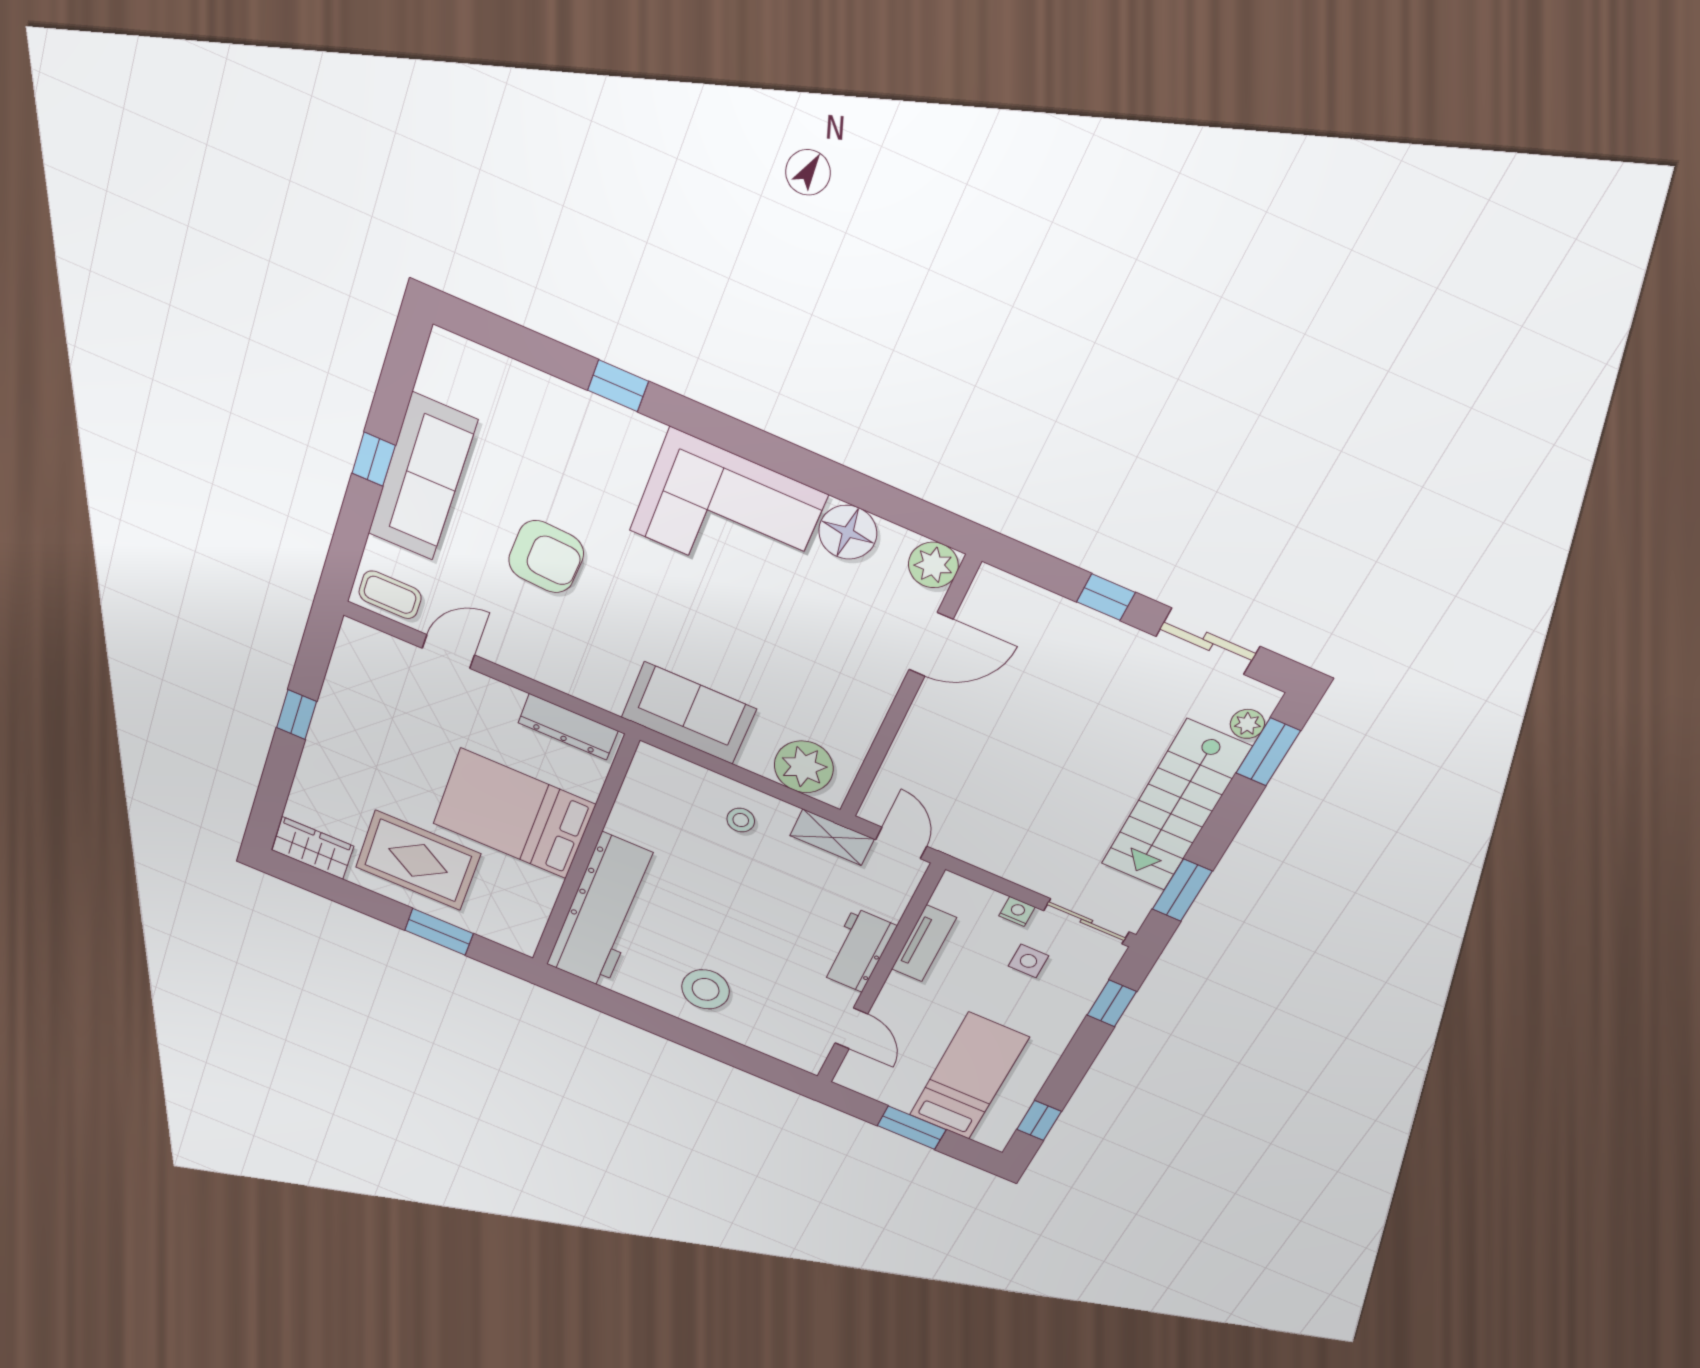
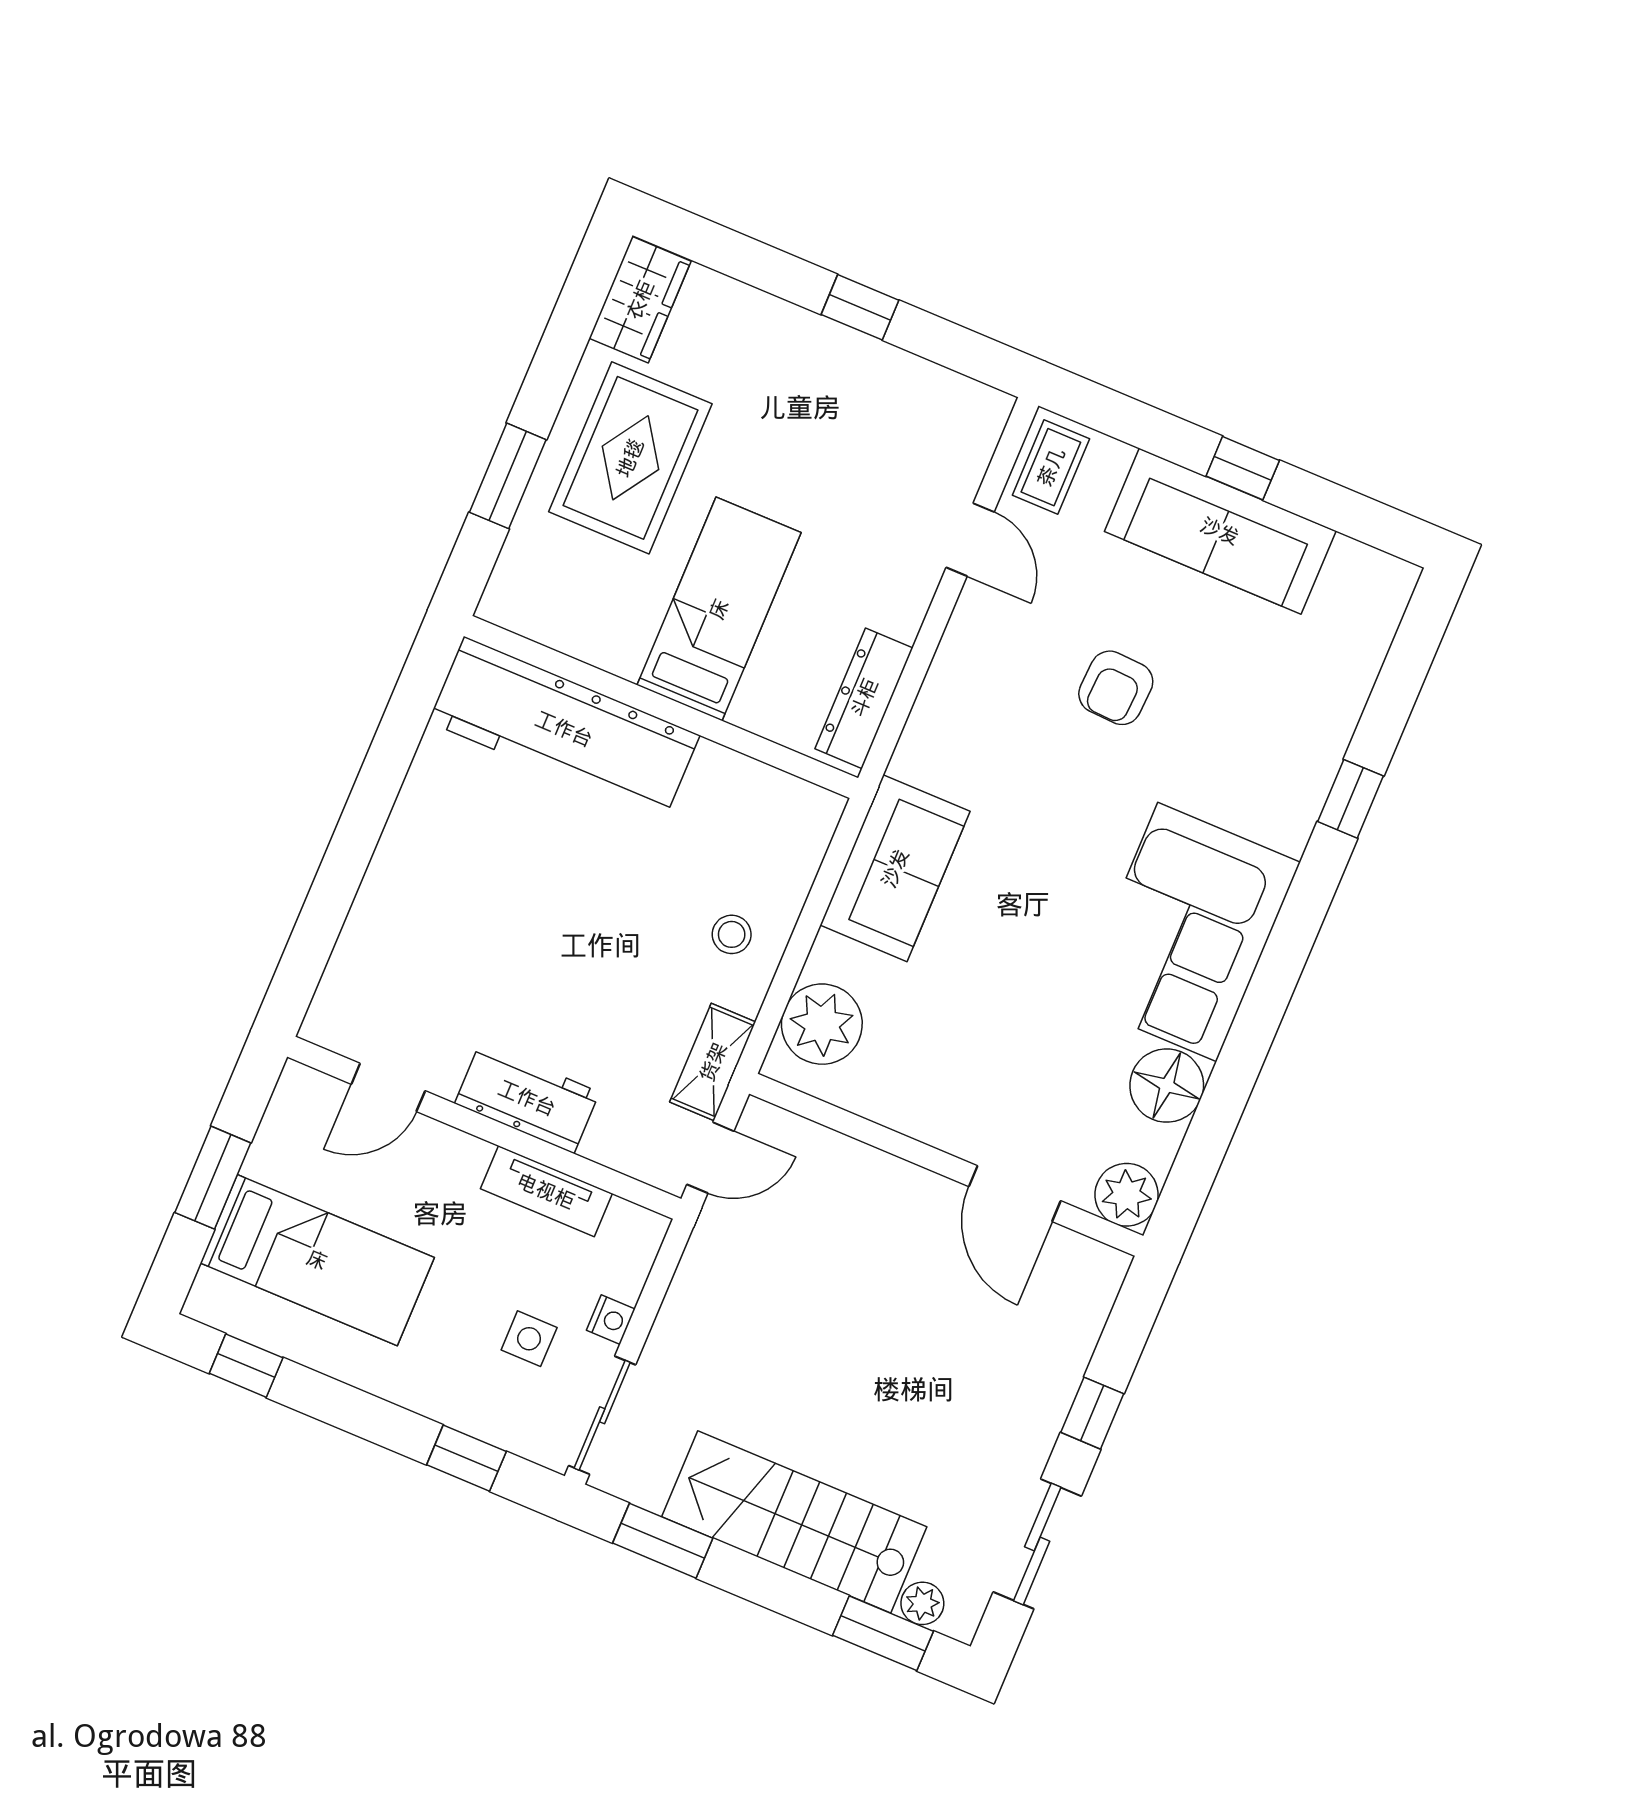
armchair: (546, 557) -> (1116, 688), width x0.72, depth x0.72
bed: (514, 814) -> (719, 609), width x0.67
stool: (706, 989) -> (439, 873), removed

